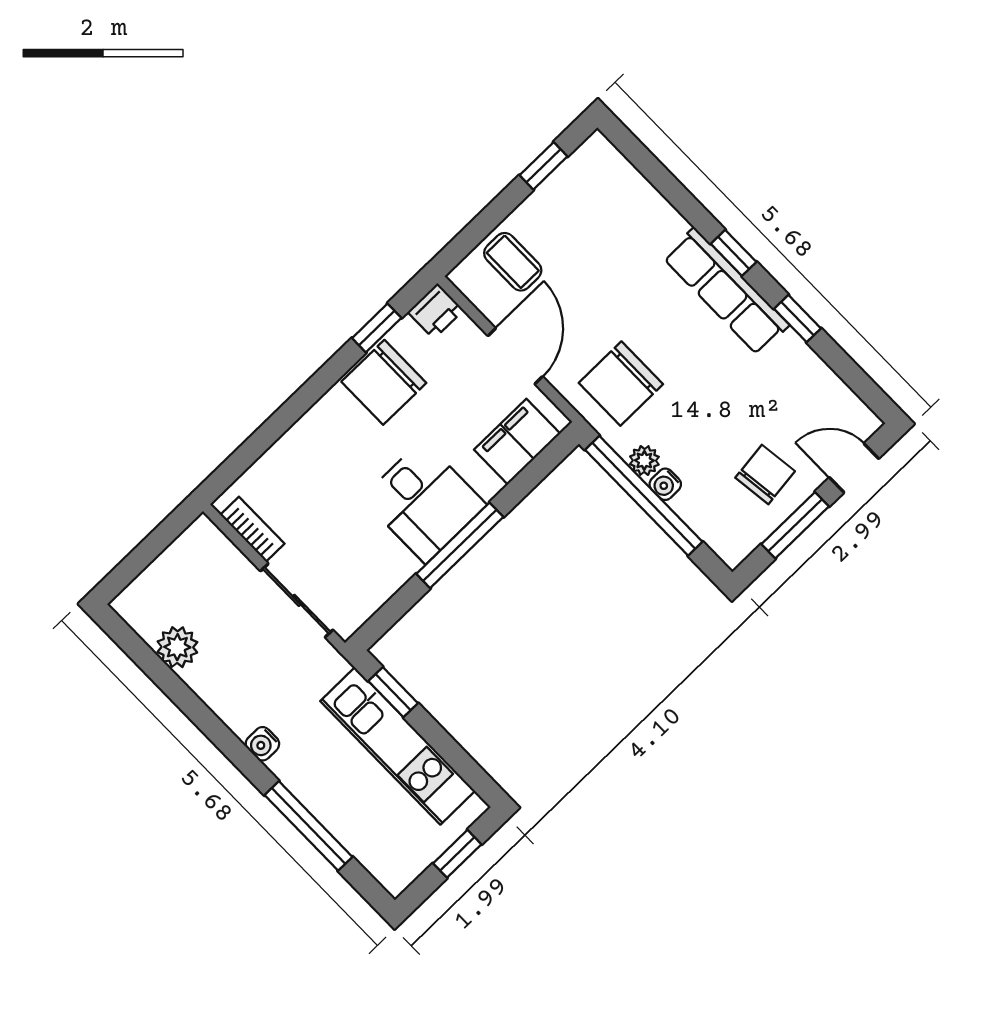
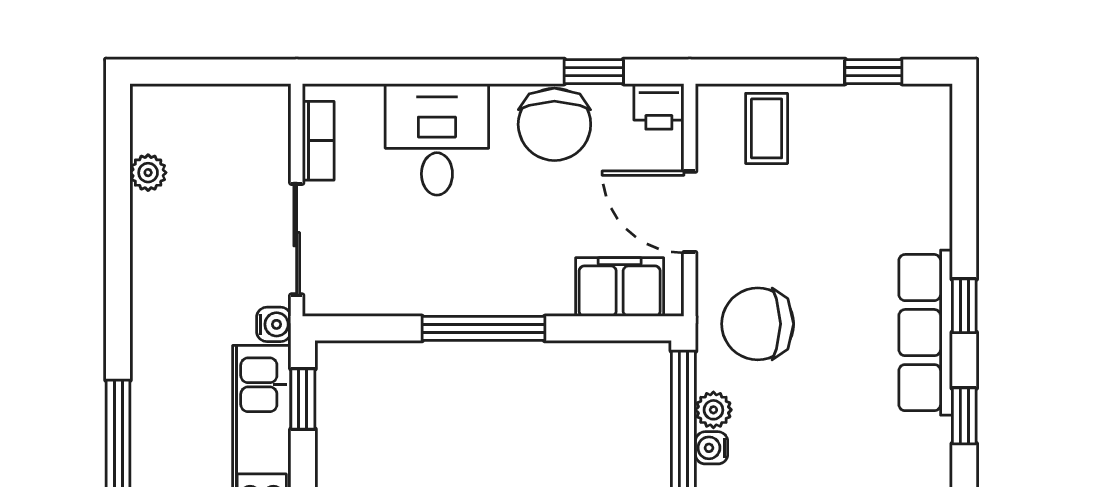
door: (515, 356) -> (690, 212), swing flipped
chair: (384, 382) -> (554, 124), turned -90
desk: (424, 502) -> (437, 139), moved, turned 180
plant: (177, 647) -> (148, 173), width x0.73, depth x0.73
water cooler: (262, 744) -> (274, 324), moved, turned 180

